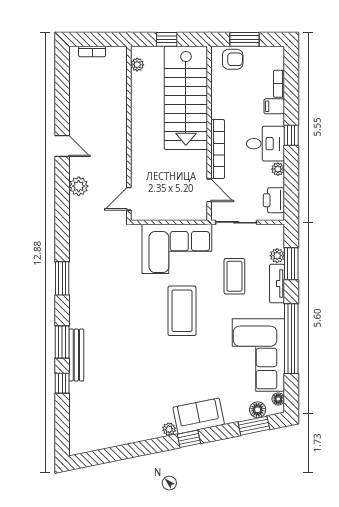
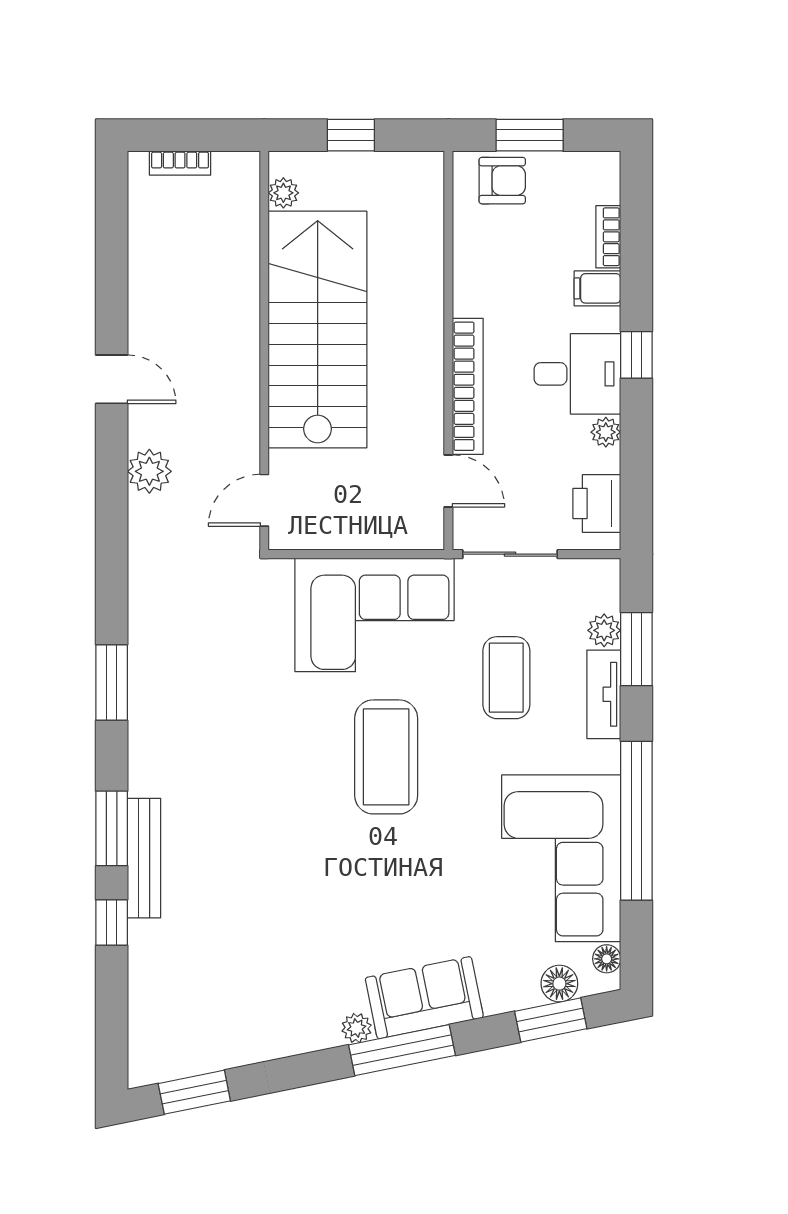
stairs: (186, 98) -> (318, 330), moved, turned 180
window: (189, 439) -> (402, 1050), width x2.17
window: (98, 457) -> (194, 1092), added

